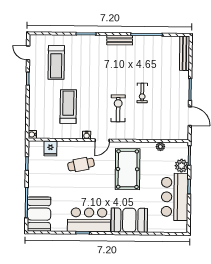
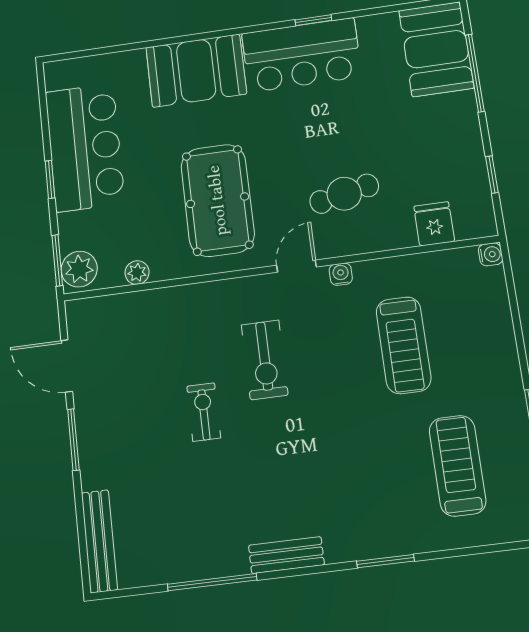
plant: (181, 166) -> (79, 269), moved

